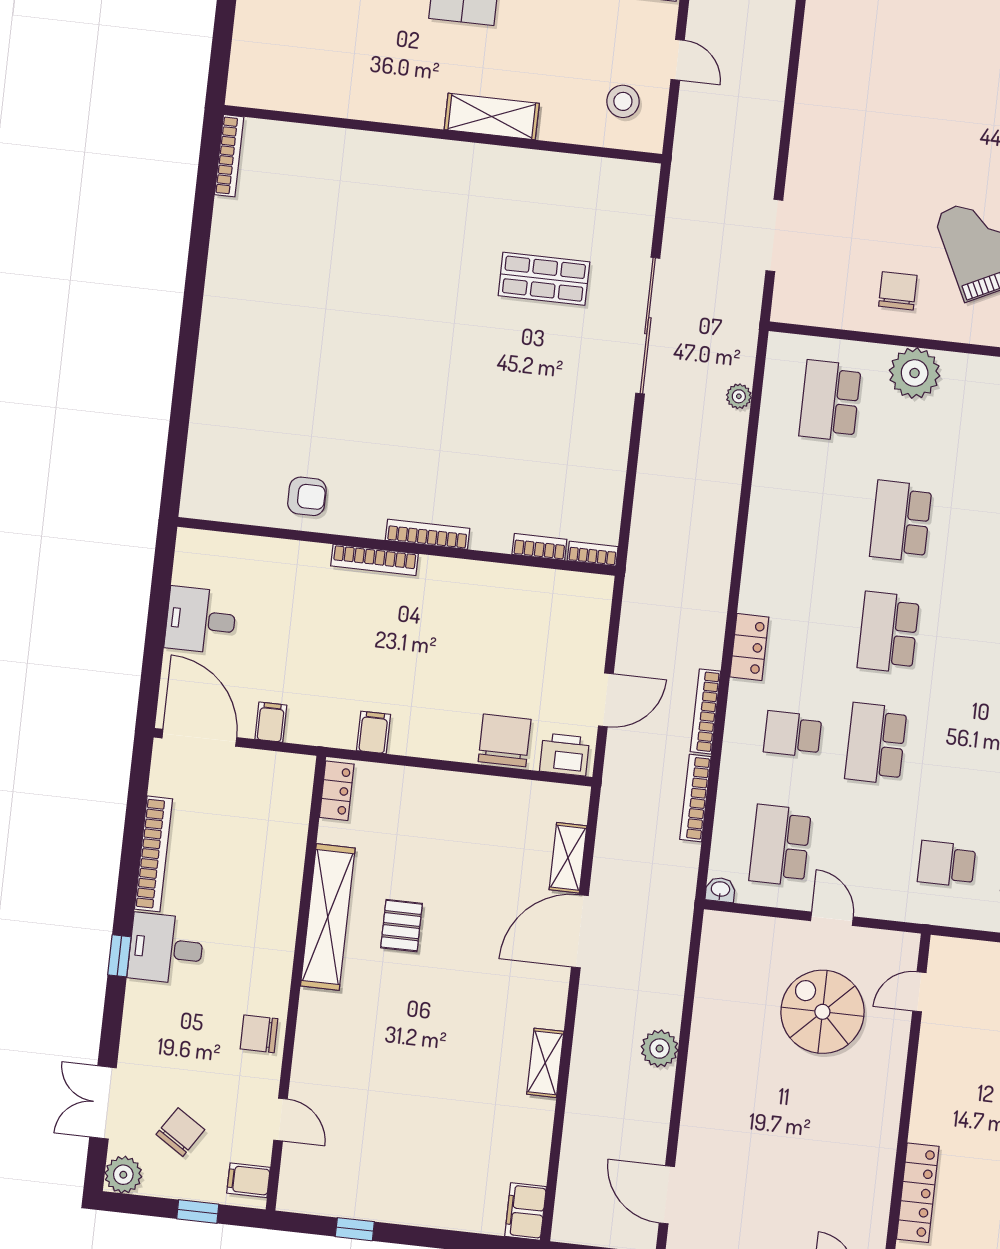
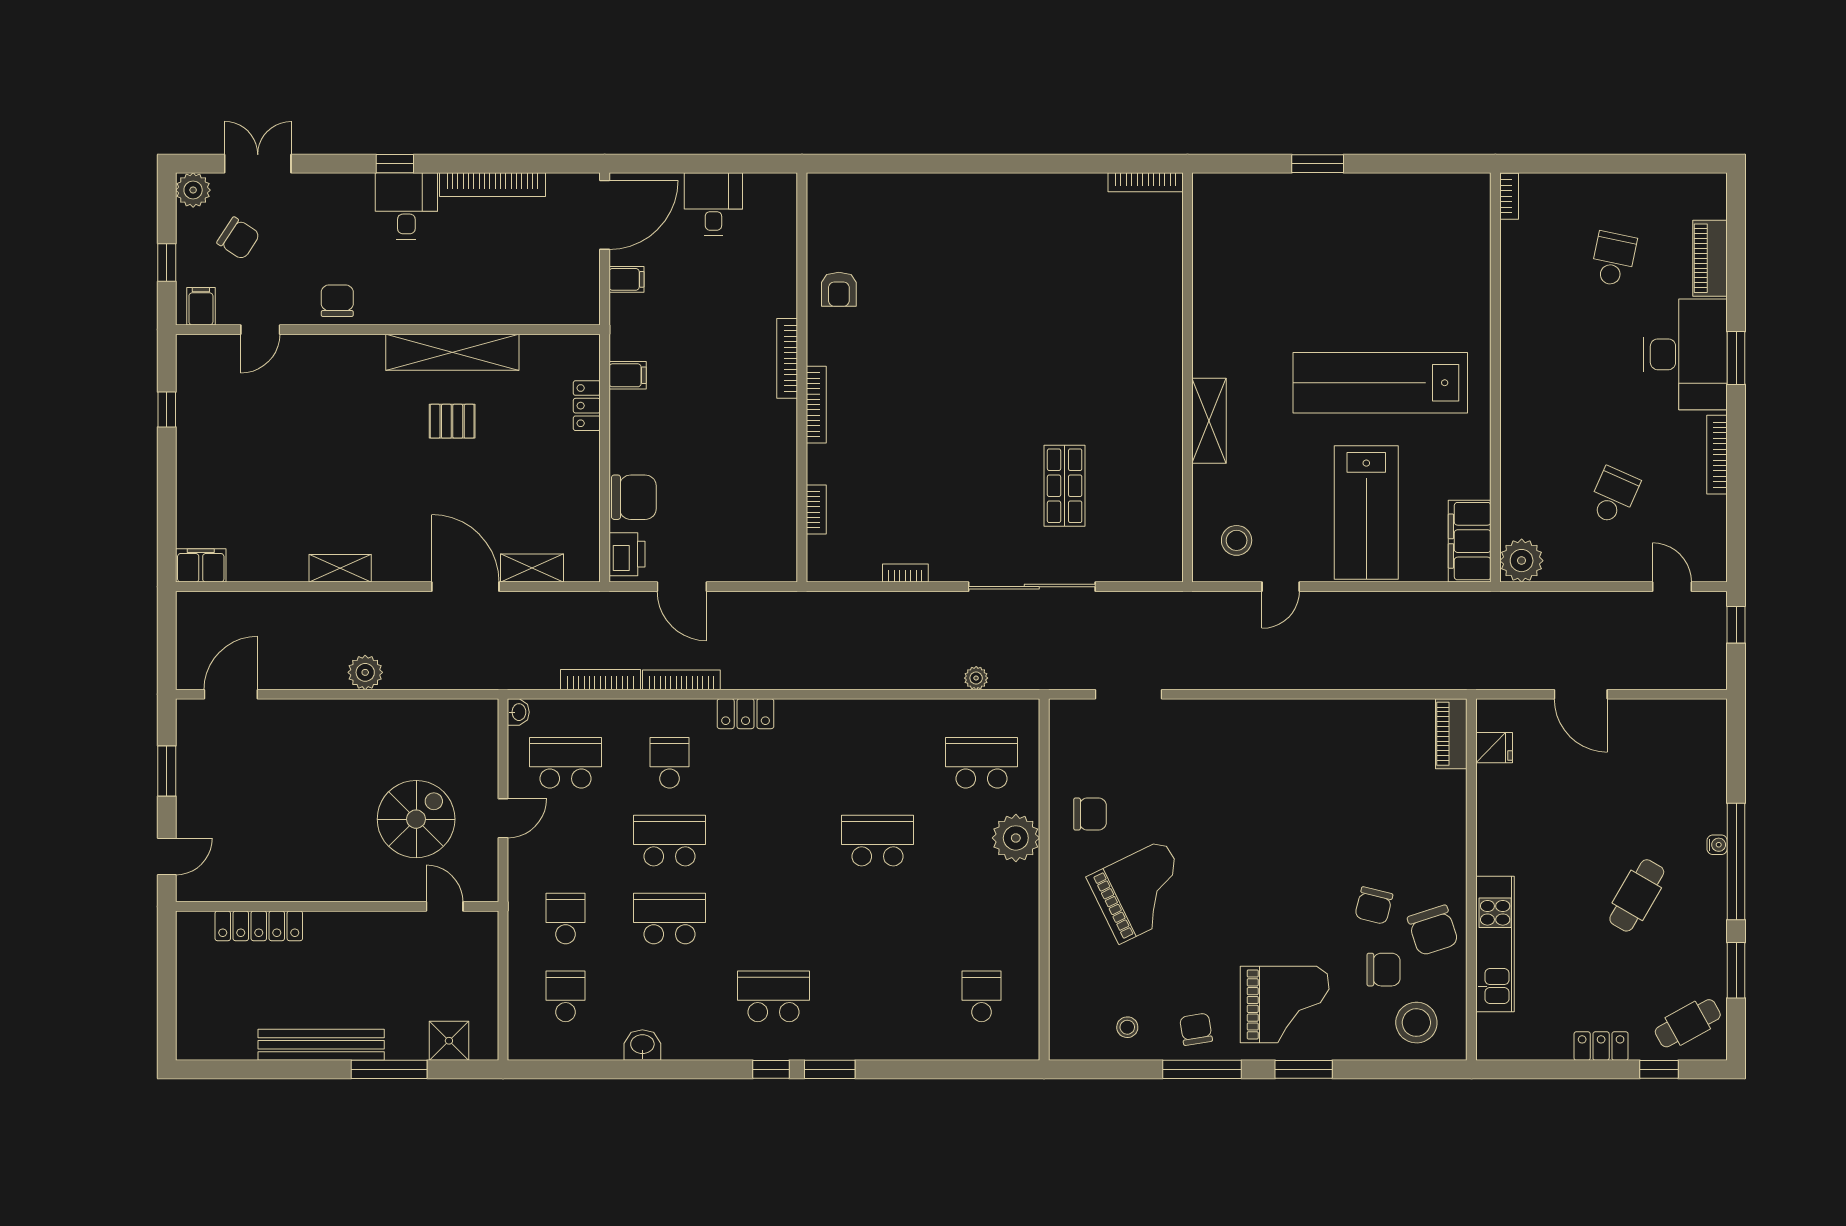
bookcase: (593, 554) -> (905, 573), moved, turned -90
school desk: (888, 632) -> (670, 918), moved
locker: (337, 791) -> (587, 406), moved, turned 90

